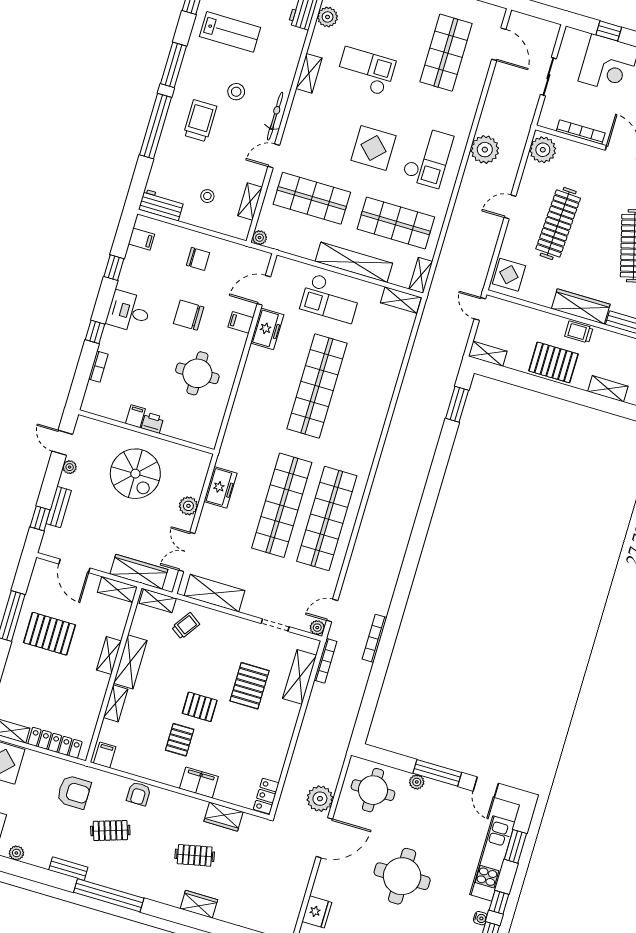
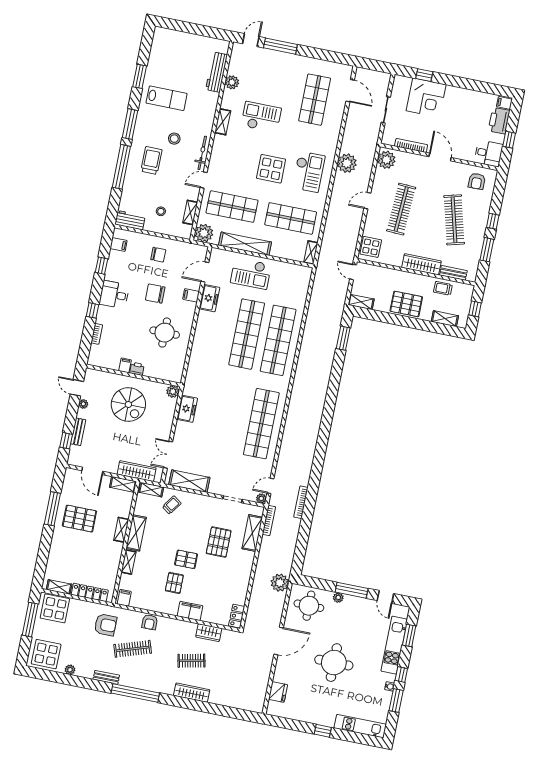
plant: (260, 238) -> (204, 233), width x1.88, depth x1.88
shelving: (354, 262) -> (245, 244), moved
shelving: (401, 300) -> (299, 271), removed
trolley: (579, 332) -> (443, 288), moved
shop shelf: (282, 505) -> (278, 340), moved
plant: (188, 506) -> (173, 391), moved
plant: (320, 799) -> (280, 583), moved
clothes rail: (110, 831) -> (133, 649), width x1.36
wardrobe: (199, 904) -> (192, 693), width x1.50

